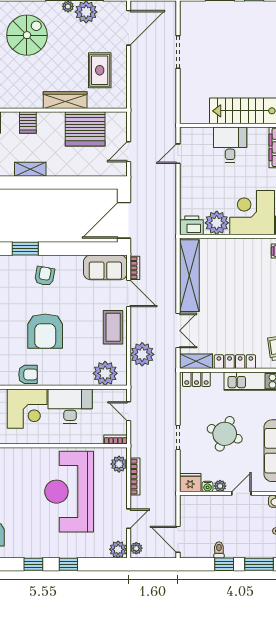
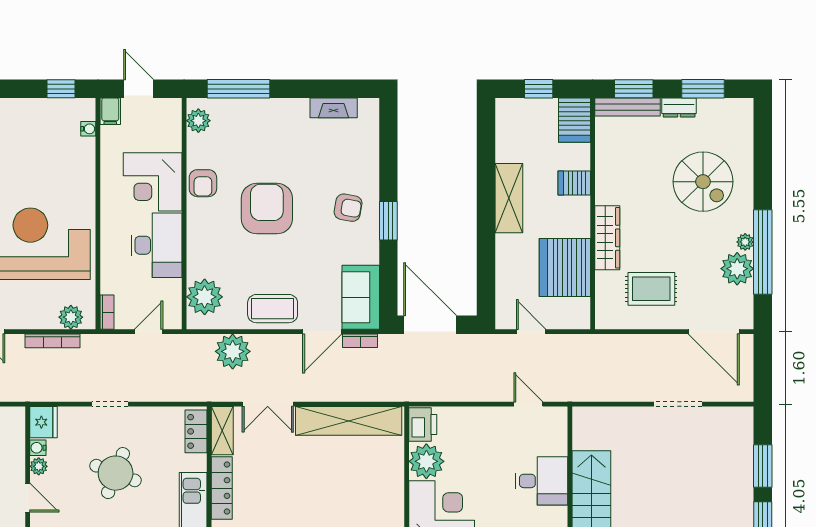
shelving: (30, 169) -> (509, 198), width x1.50, depth x1.33
window: (25, 249) -> (388, 221), moved
armchair: (45, 331) -> (267, 209), turned 90

